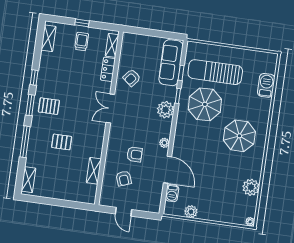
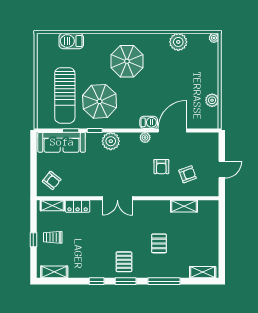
armchair: (132, 78) -> (52, 180), moved
armchair: (135, 154) -> (161, 167), turned 180
barbecue: (172, 193) -> (149, 122), moved

